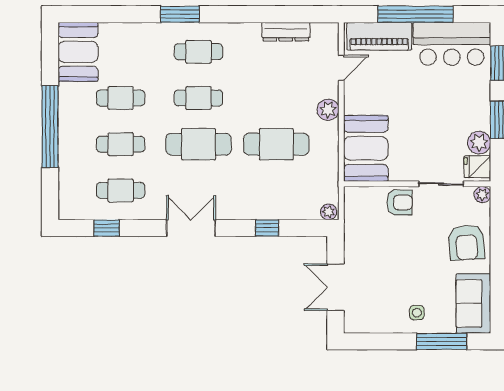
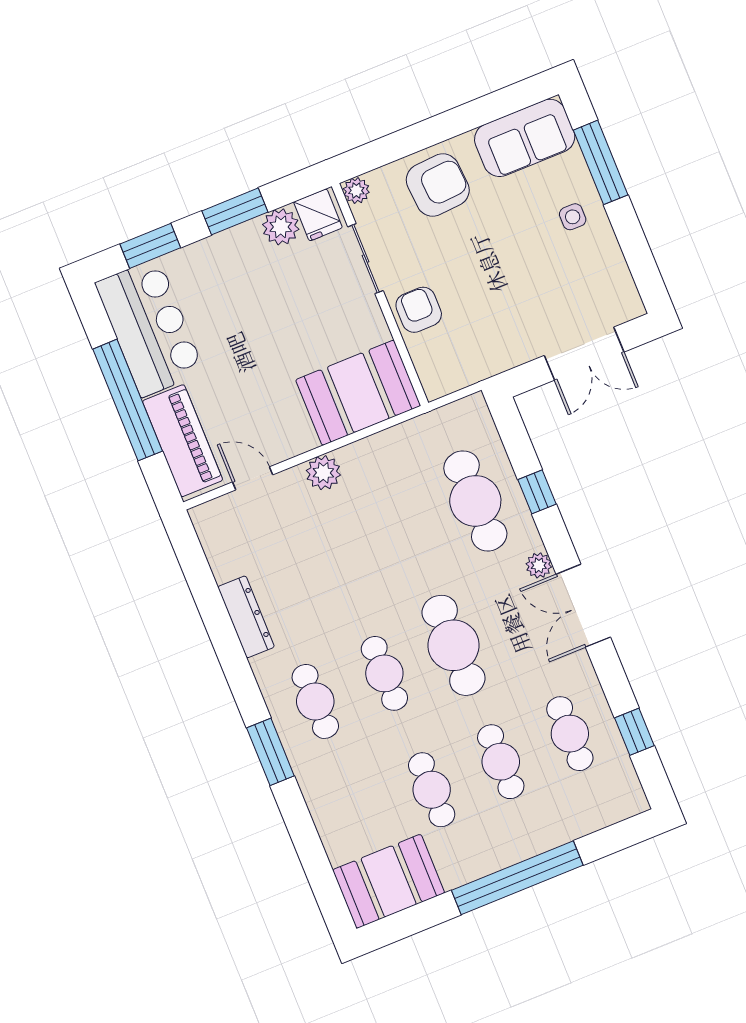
dresser: (286, 32) -> (246, 617), moved
cafe table: (276, 144) -> (475, 501), moved
plant: (329, 212) -> (539, 565), moved

